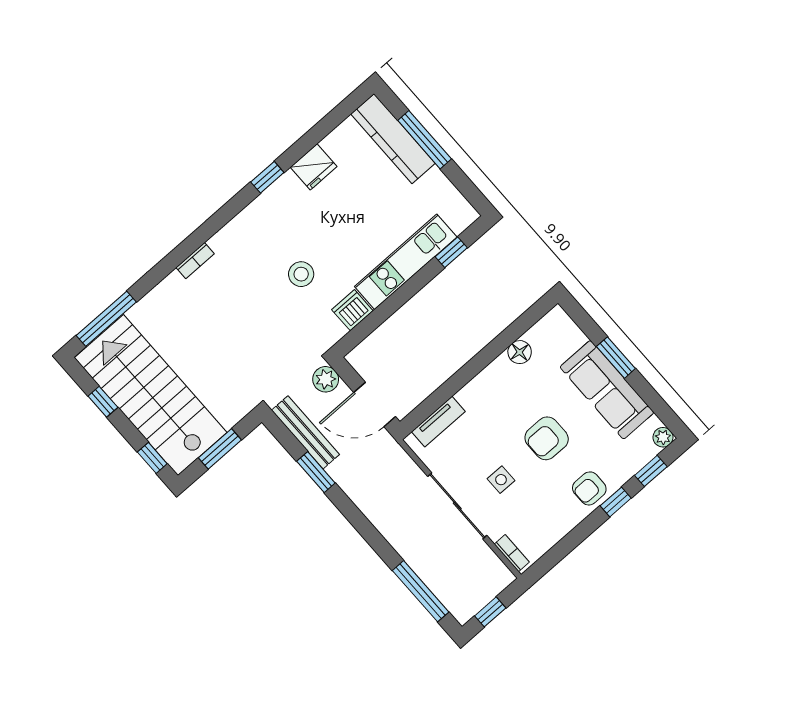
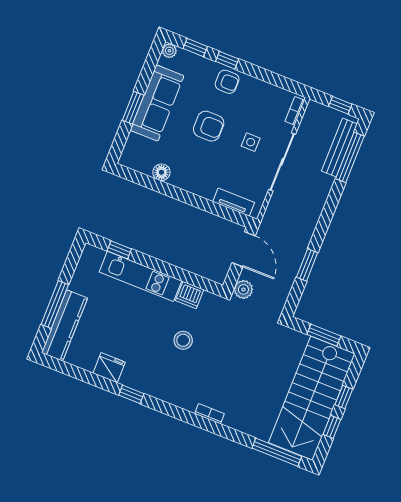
bench: (305, 432) -> (339, 147), moved
window: (152, 458) -> (344, 397), moved

